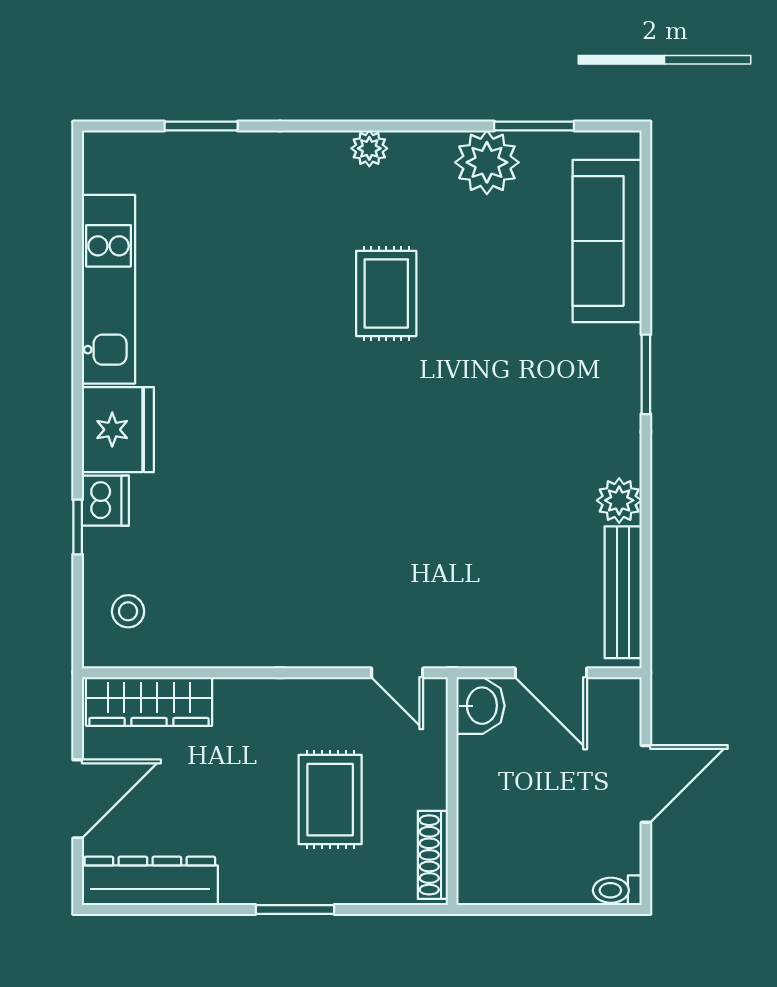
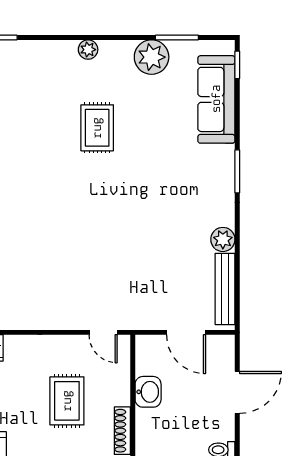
window: (646, 177) -> (237, 65), added
washbasin: (481, 706) -> (148, 392), moved

